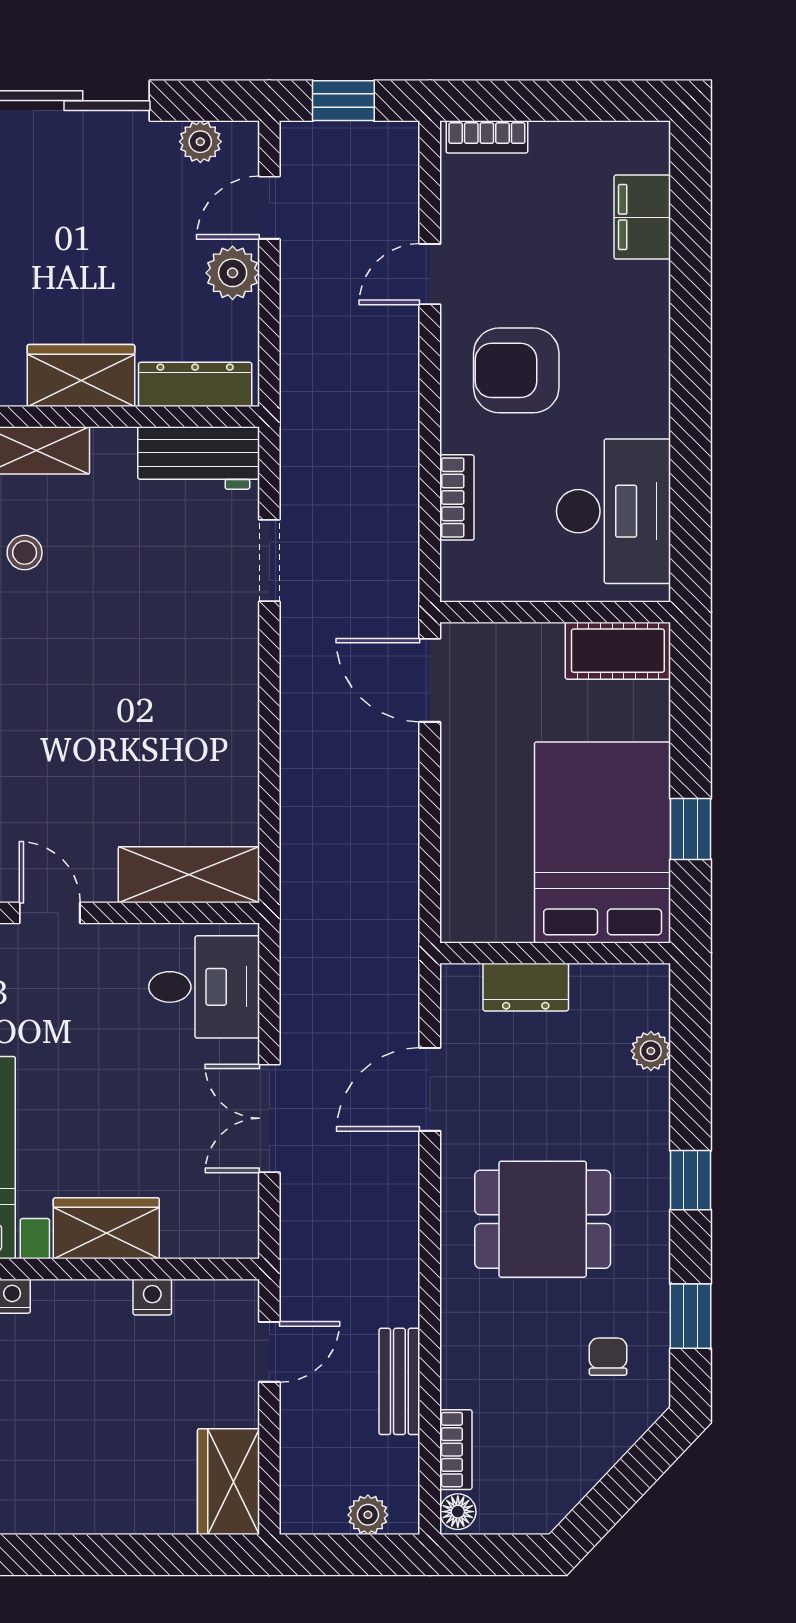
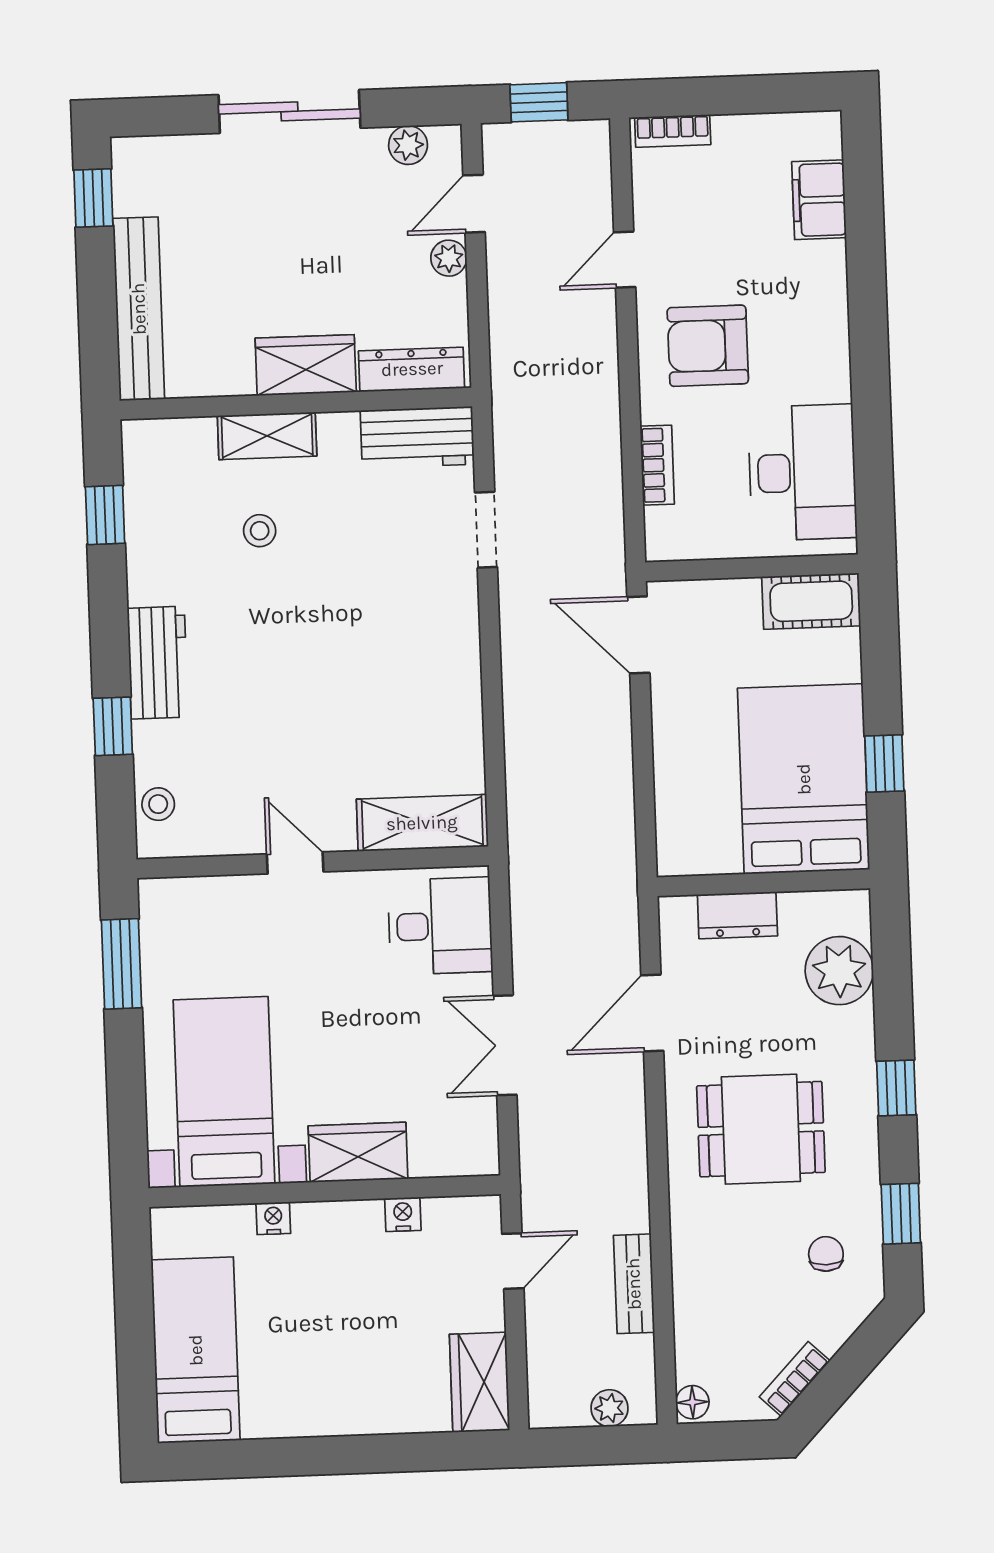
plant: (233, 273) -> (449, 258), width x0.73, depth x0.73
plant: (651, 1051) -> (839, 971), width x1.87, depth x1.87
bookcase: (456, 1450) -> (795, 1379), moved, turned -137

